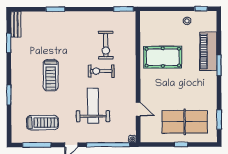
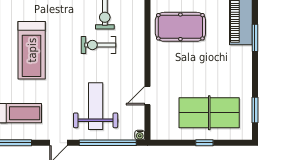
treadmill: (51, 75) -> (32, 50), width x1.37, depth x1.38
weight bench: (93, 106) -> (96, 106), moved
door: (138, 109) -> (147, 96), swing flipped

